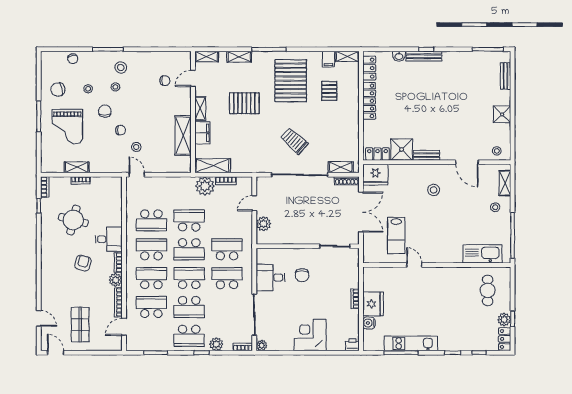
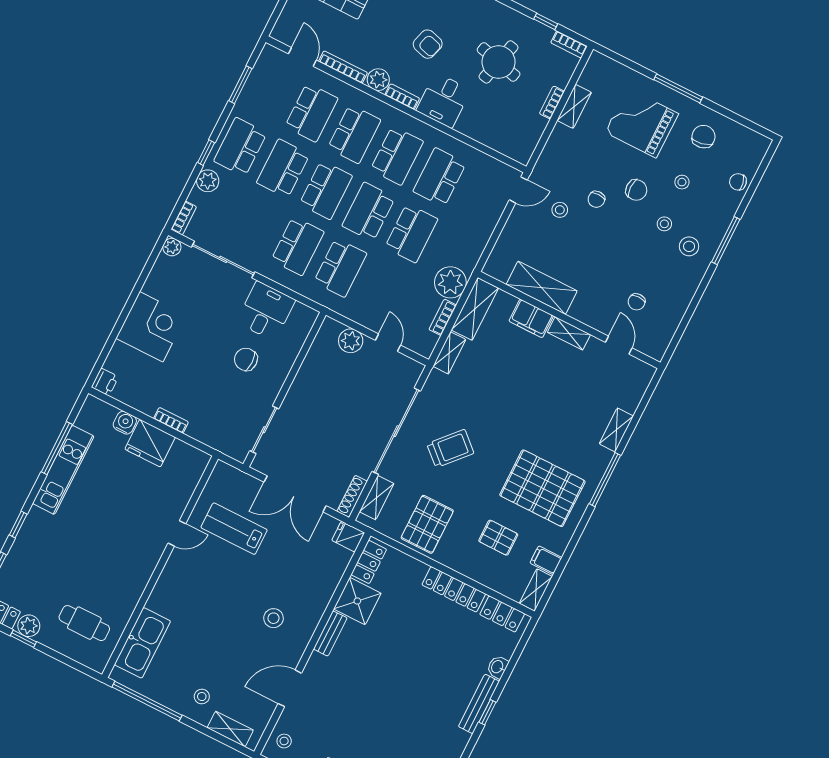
shelving: (207, 57) -> (449, 353), moved
pallet: (244, 103) -> (427, 524), moved
fridge: (375, 175) -> (348, 537), width x0.53, depth x0.75

